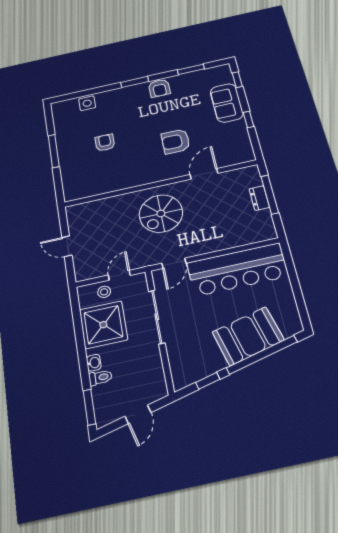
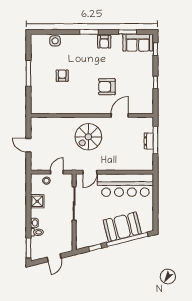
sofa: (227, 103) -> (138, 43), moved, turned -90
shower: (103, 325) -> (37, 201), width x0.54, depth x0.54

